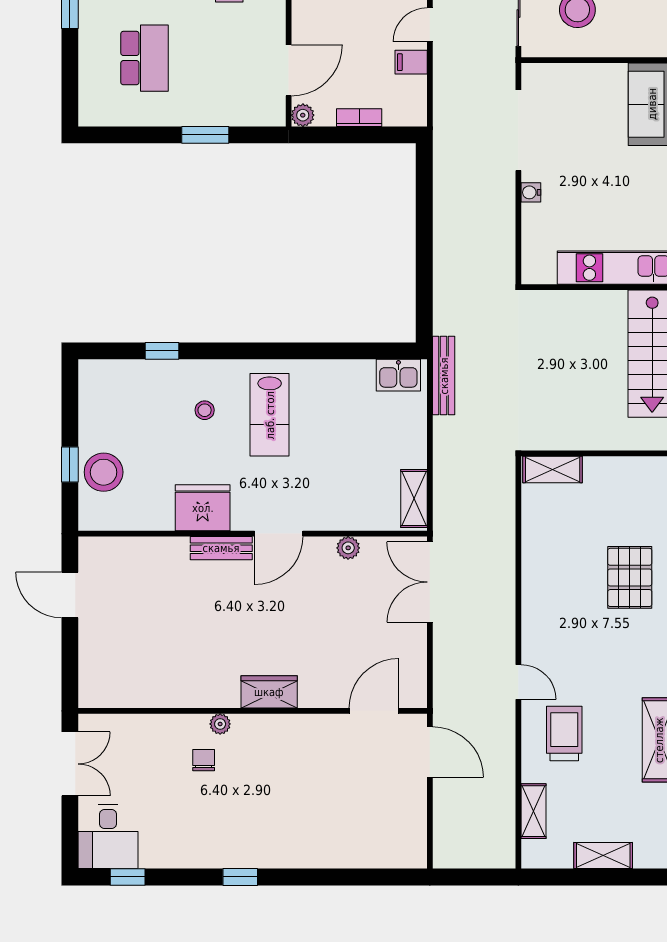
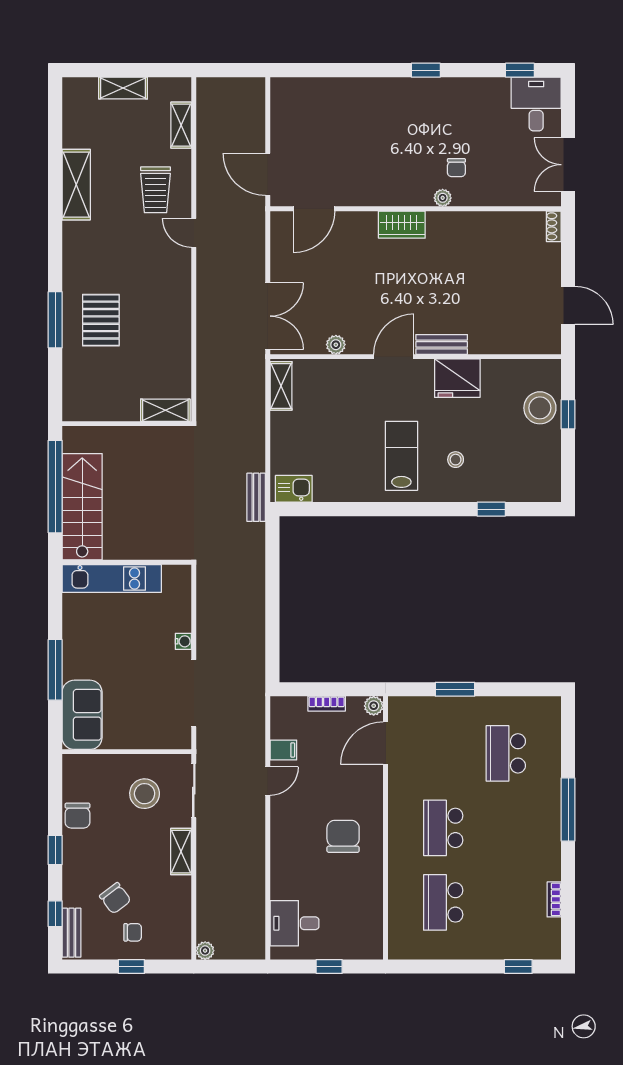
bench: (444, 376) -> (256, 497), width x0.73
shoe rack: (87, 690) -> (554, 226), added

